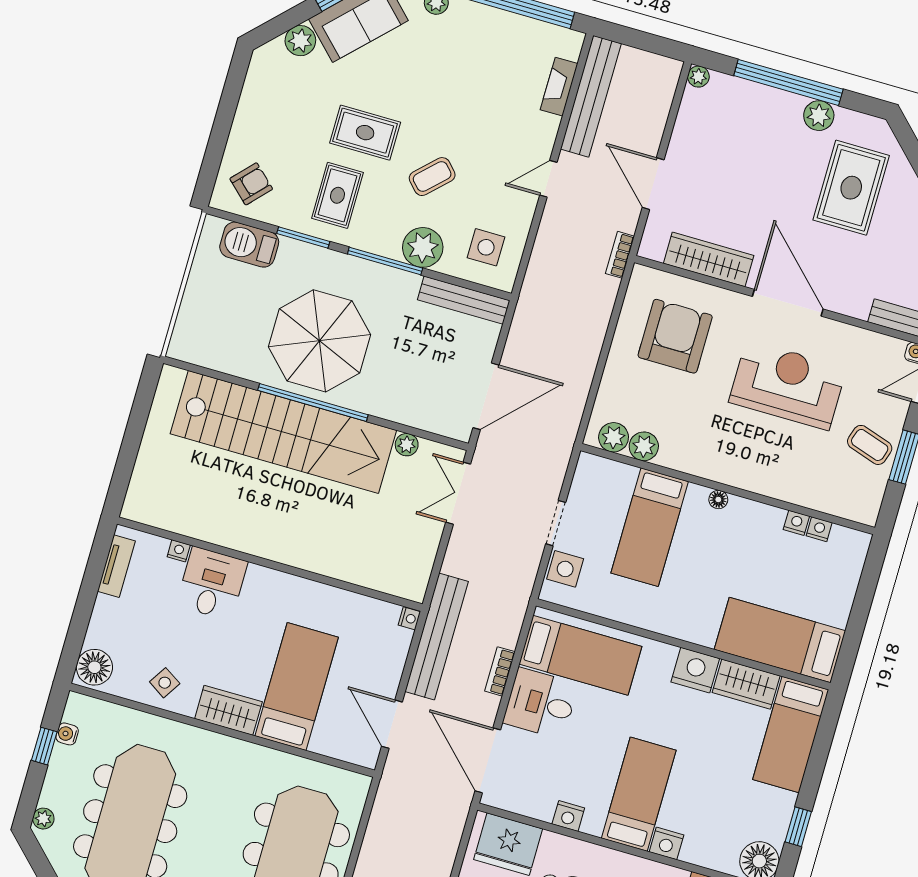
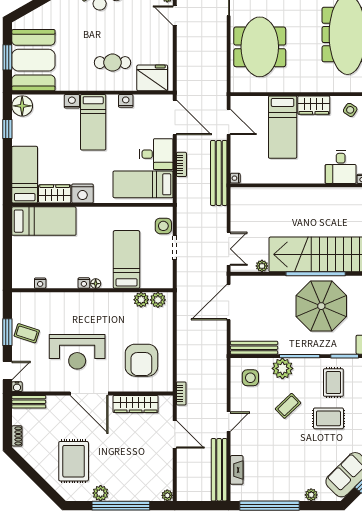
nightstand: (796, 523) -> (84, 283), moved

